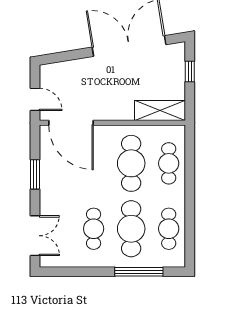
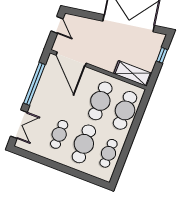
door: (35, 99) -> (57, 25), moved
cafe table: (169, 163) -> (125, 110), width x1.37, depth x1.35
window: (35, 174) -> (34, 84), width x2.11
window: (139, 272) -> (78, 174), removed

